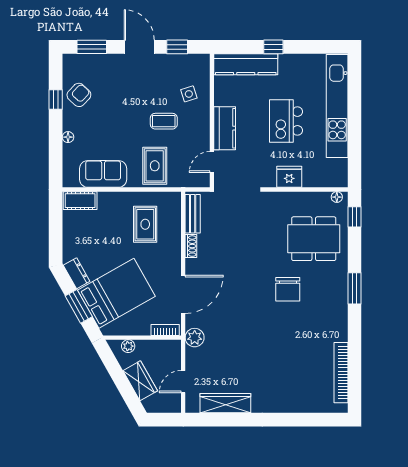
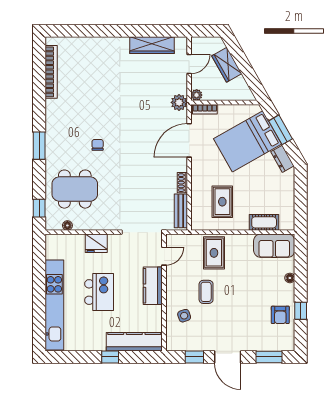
armchair: (79, 95) -> (280, 315), turned -43
coffee table: (164, 121) -> (206, 292), turned 90
sofa: (103, 174) -> (274, 246), moved
floor lamp: (337, 197) -> (67, 225), moved
cot: (80, 201) -> (264, 222), moved
chair: (288, 289) -> (98, 145), width x0.54, depth x0.54
plant: (128, 346) -> (197, 95), moved

